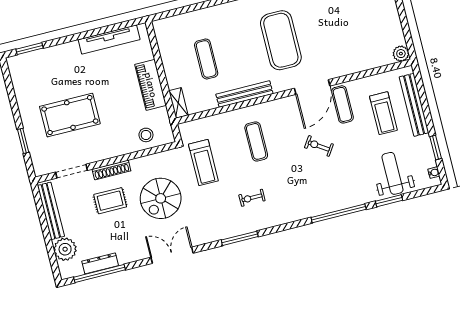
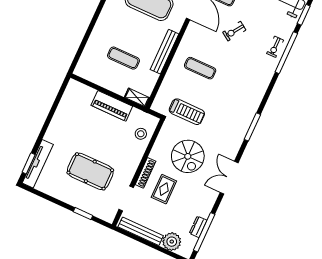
tv unit: (109, 40) -> (38, 164), moved
pool table: (70, 115) -> (90, 171), turned 90
exercise bike: (252, 198) -> (275, 47), moved
dresser: (100, 263) -> (198, 227), width x0.70

